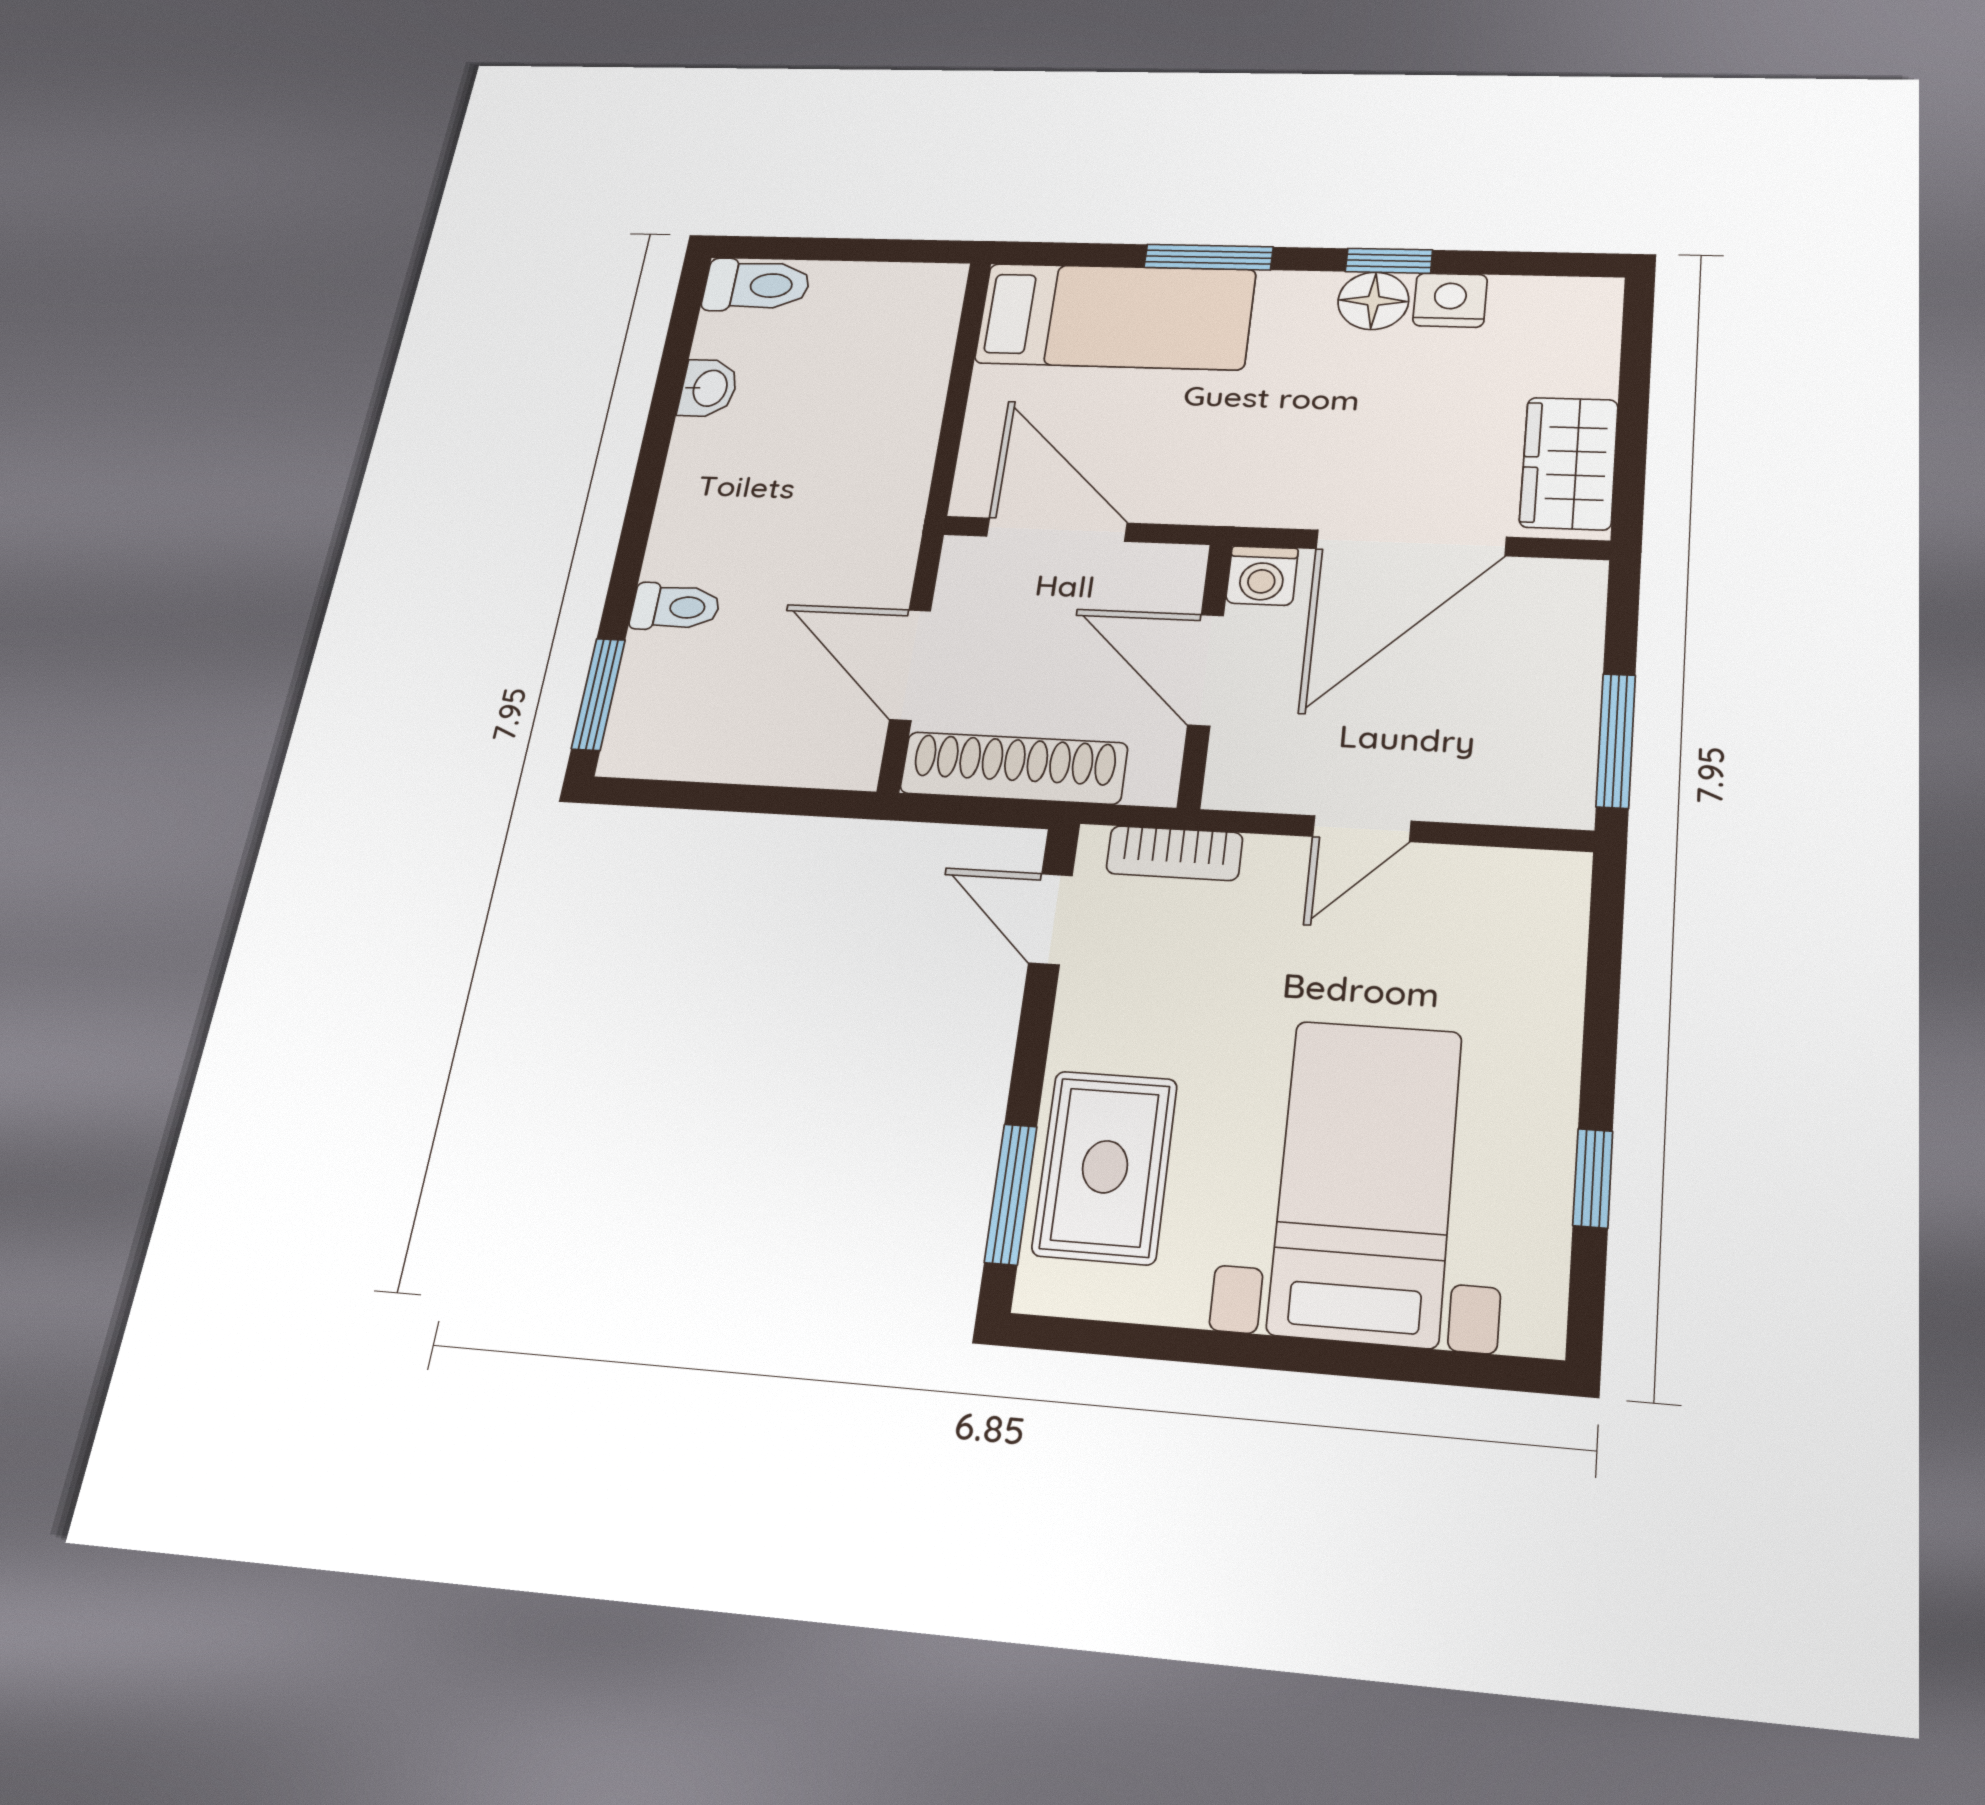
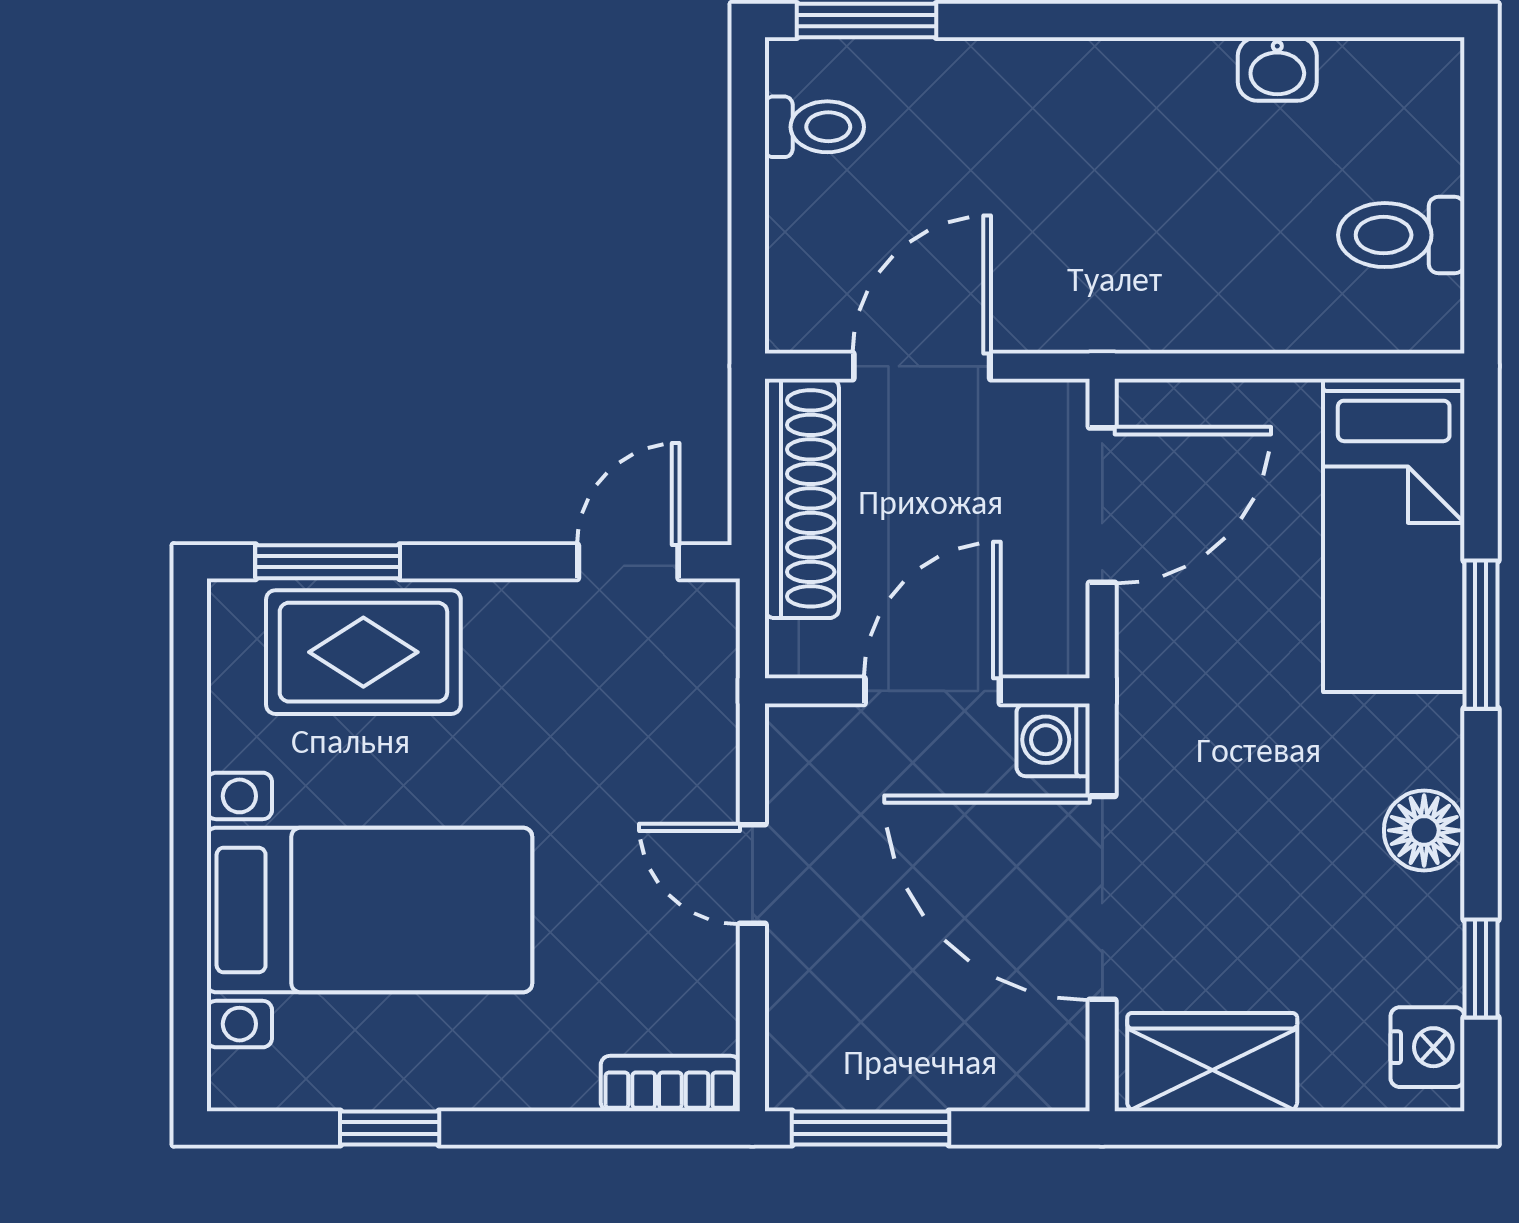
window: (1389, 261) -> (1481, 969), moved
toilet: (757, 285) -> (1401, 235), moved, turned 90
nightstand: (1450, 300) -> (1427, 1047), moved
toilet: (675, 607) -> (814, 127), moved, turned -90
bookcase: (1174, 853) -> (670, 1084), moved, turned 90

